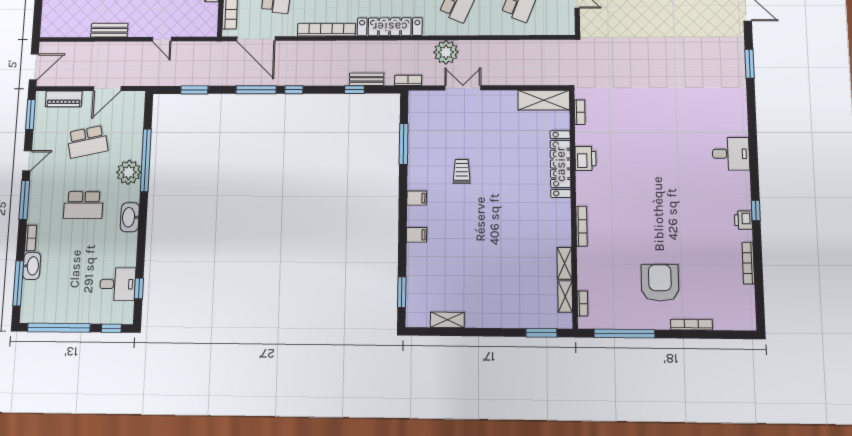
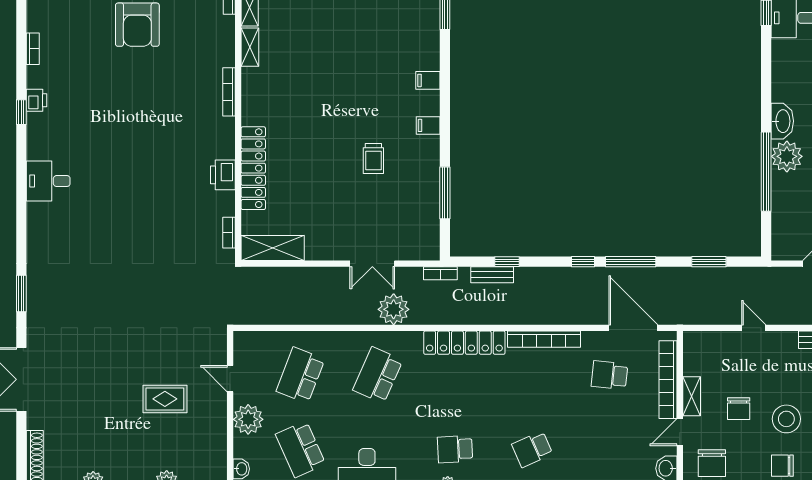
washbasin: (130, 217) -> (782, 121), moved
bookcase: (748, 263) -> (33, 49), width x0.64

